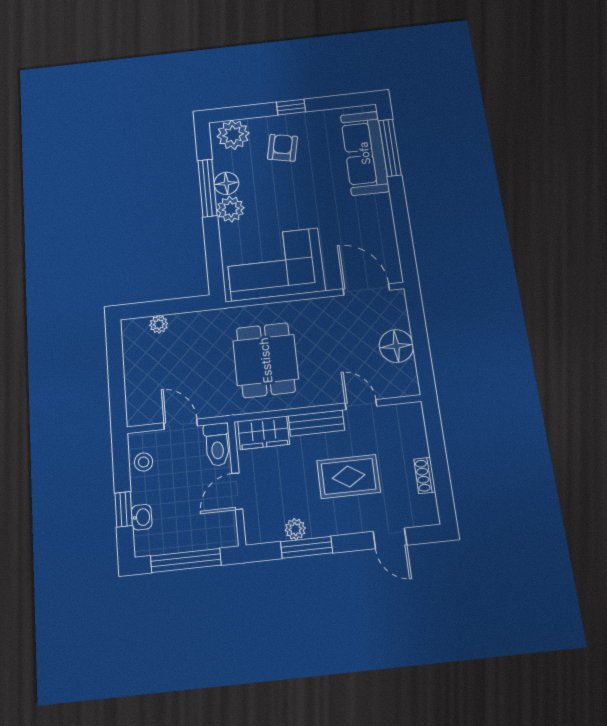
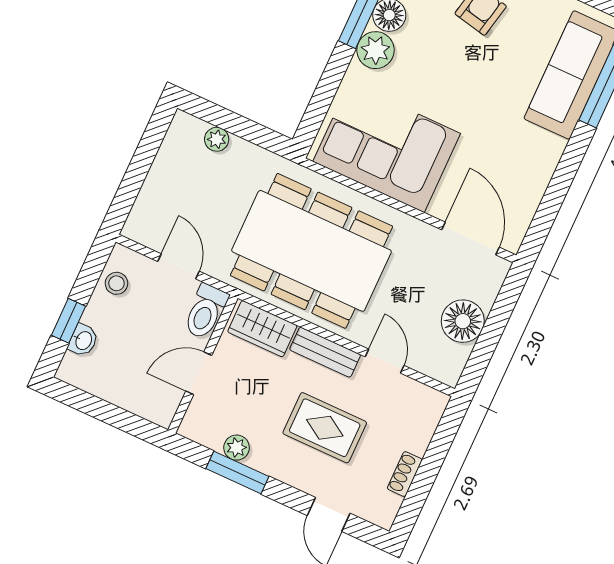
dining table: (266, 360) -> (311, 251), width x1.88, depth x1.24
window: (186, 560) -> (105, 412), removed

